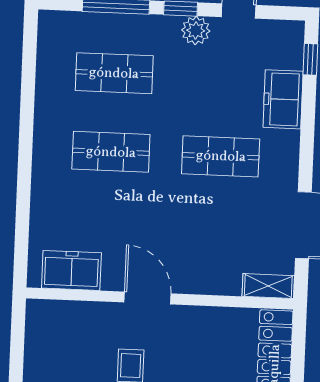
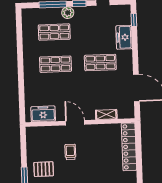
plant: (196, 31) -> (68, 13), moved
shelving: (268, 286) -> (106, 115), moved

